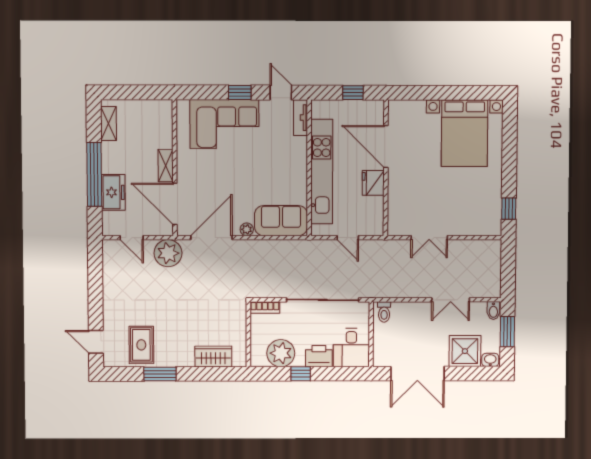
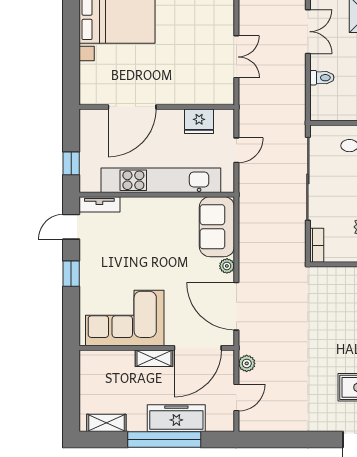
window: (353, 93) -> (71, 163), moved
corner sofa: (224, 124) -> (125, 318), moved, turned -90
fridge: (373, 183) -> (199, 121), moved
freezer: (113, 192) -> (176, 418), width x1.40
plant: (168, 253) -> (247, 363), width x0.53, depth x0.53
toilet: (384, 312) -> (322, 78), moved

